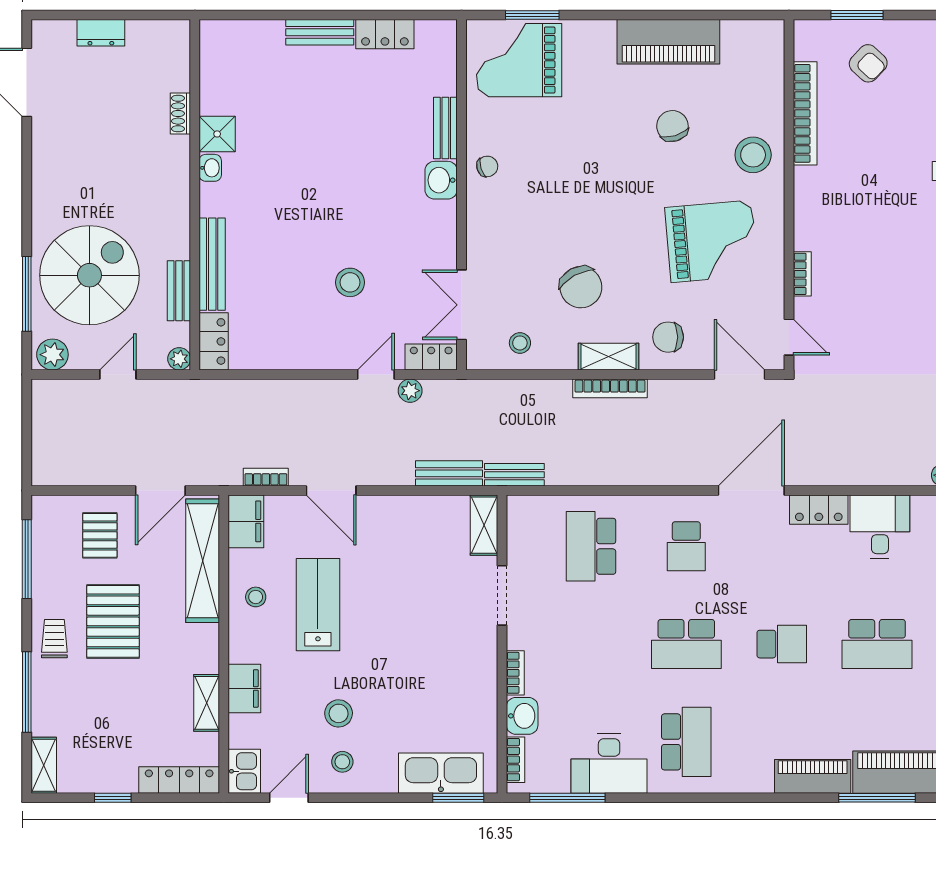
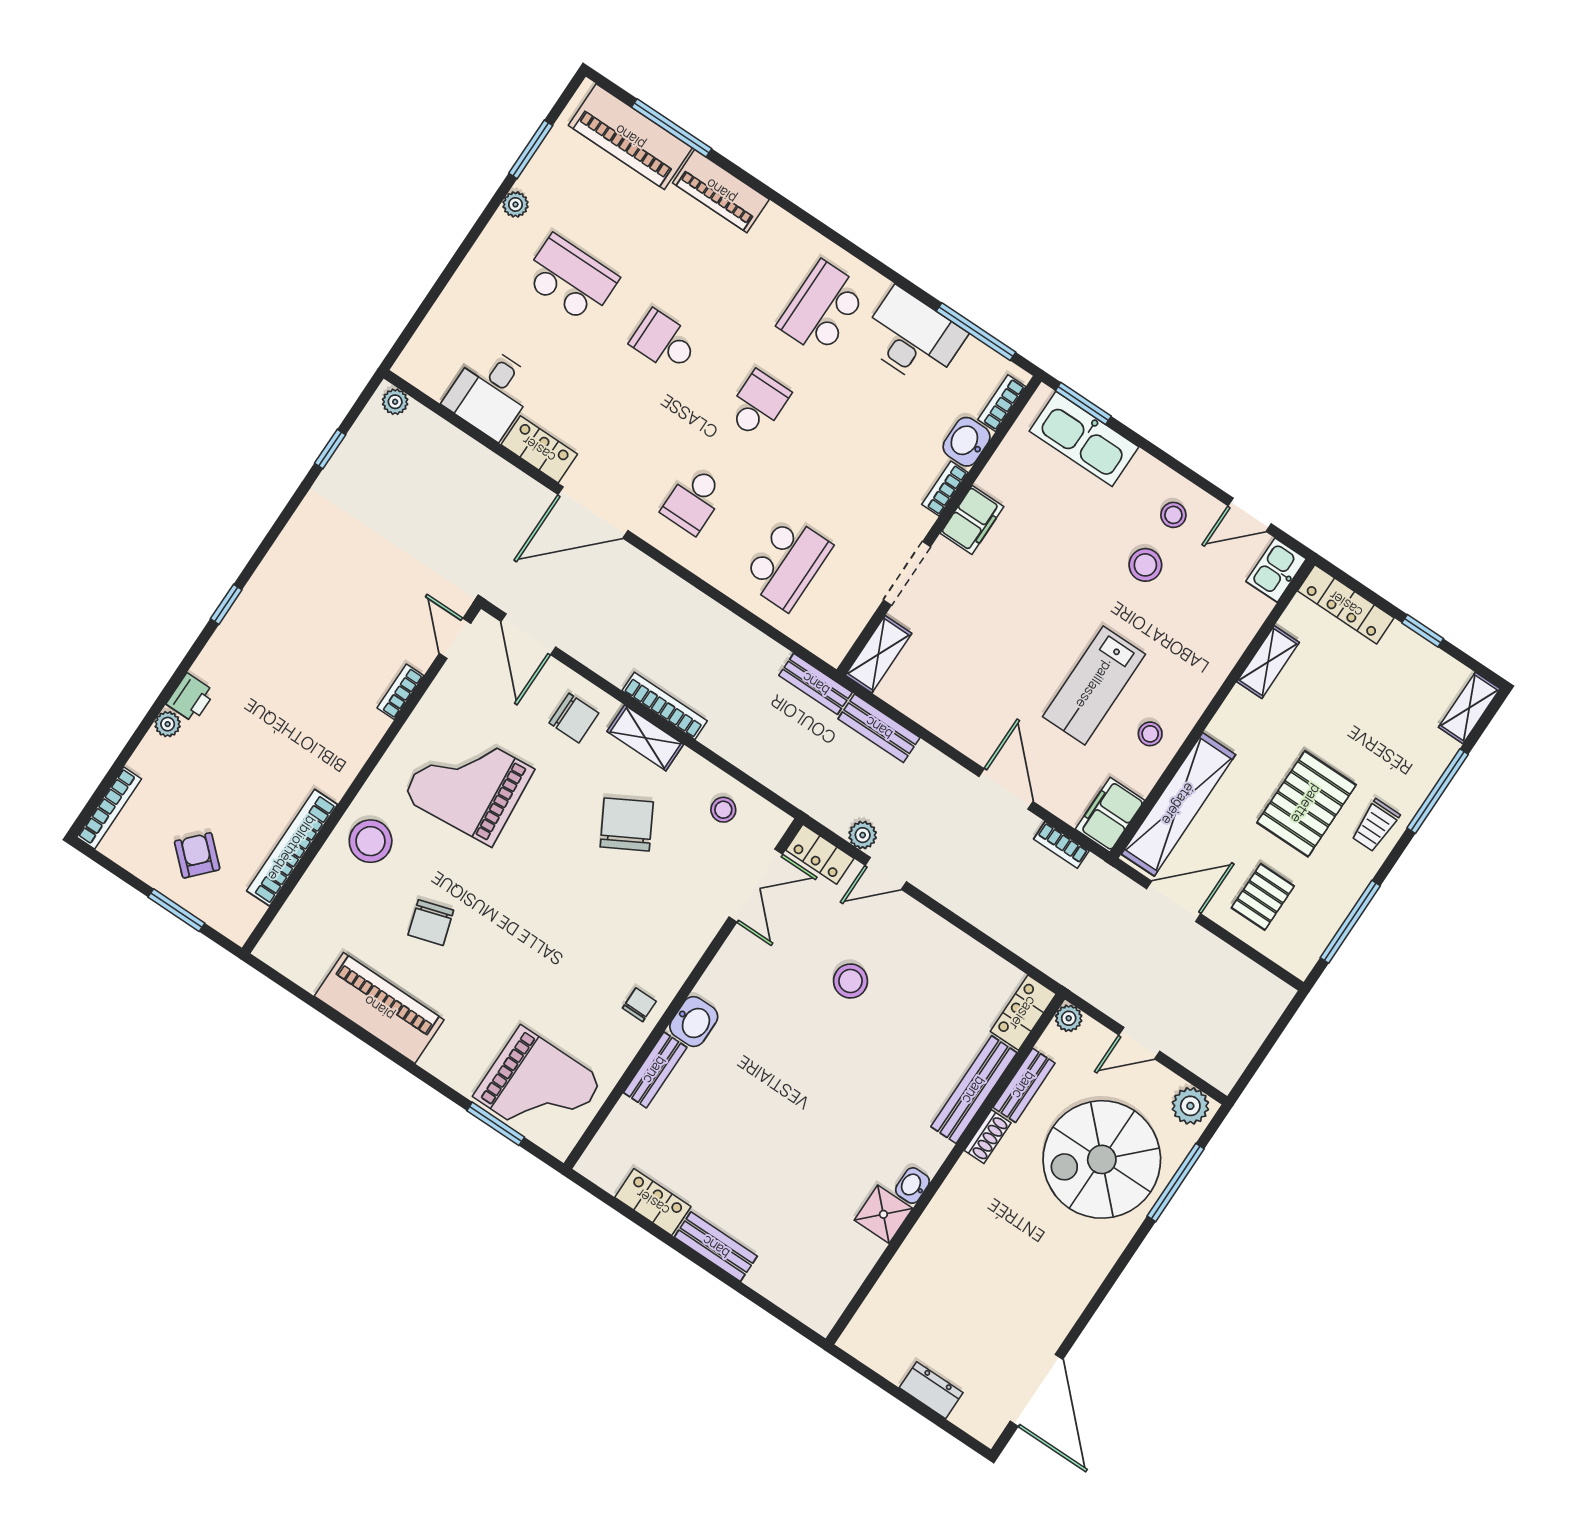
shoe rack: (180, 113) -> (988, 1137), moved
chair: (487, 166) -> (639, 1005), turned 107
school desk: (686, 546) -> (694, 500), turned 180
school desk: (686, 644) -> (758, 404), width x0.54
filing cabinet: (244, 688) -> (972, 520), moved, turned 180

